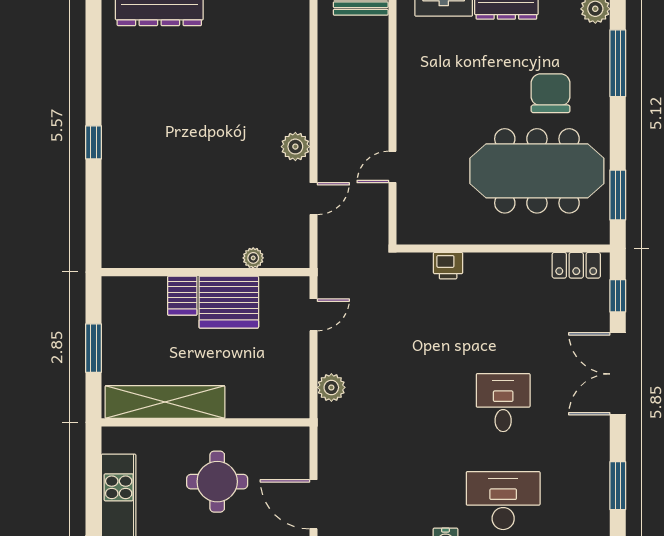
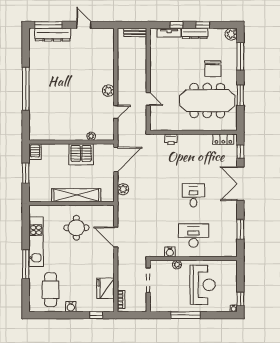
chair: (551, 93) -> (213, 69), turned 180
window: (93, 142) -> (26, 89), width x3.17
door: (393, 167) -> (148, 99), swing flipped
window: (618, 195) -> (240, 95), moved
server rack: (182, 296) -> (35, 152), moved
door: (313, 315) -> (116, 160), width x1.87
shelving: (165, 402) -> (76, 195), moved

